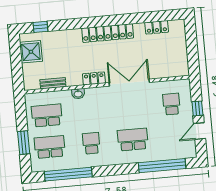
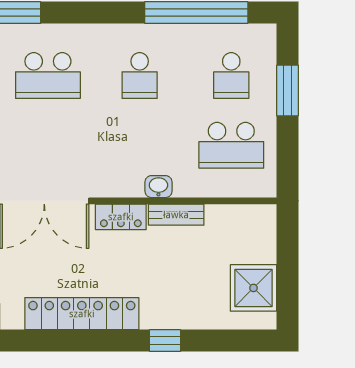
window: (40, 27) -> (165, 341), moved
bench: (53, 83) -> (176, 215), moved
school desk: (50, 147) -> (231, 76), width x0.54

